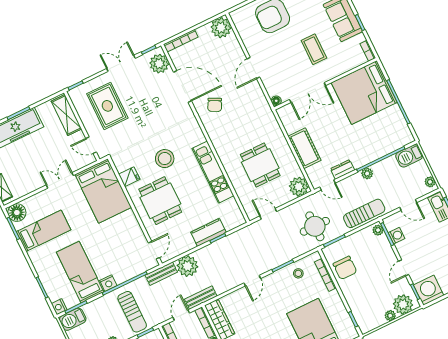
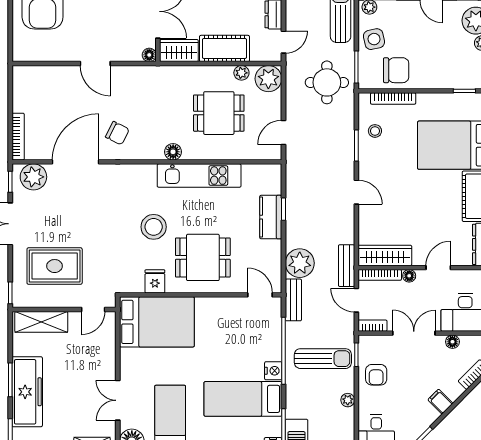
plant: (221, 28) -> (241, 73), moved, width x0.53, depth x0.53
wardrobe: (289, 119) -> (179, 51), added
floor lamp: (220, 147) -> (173, 152), added
double door: (60, 180) -> (118, 400), moved
side table: (358, 243) -> (374, 39), added

